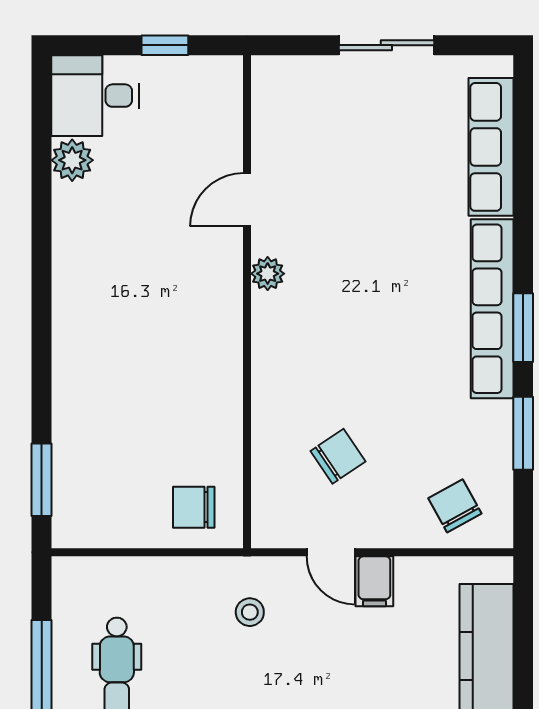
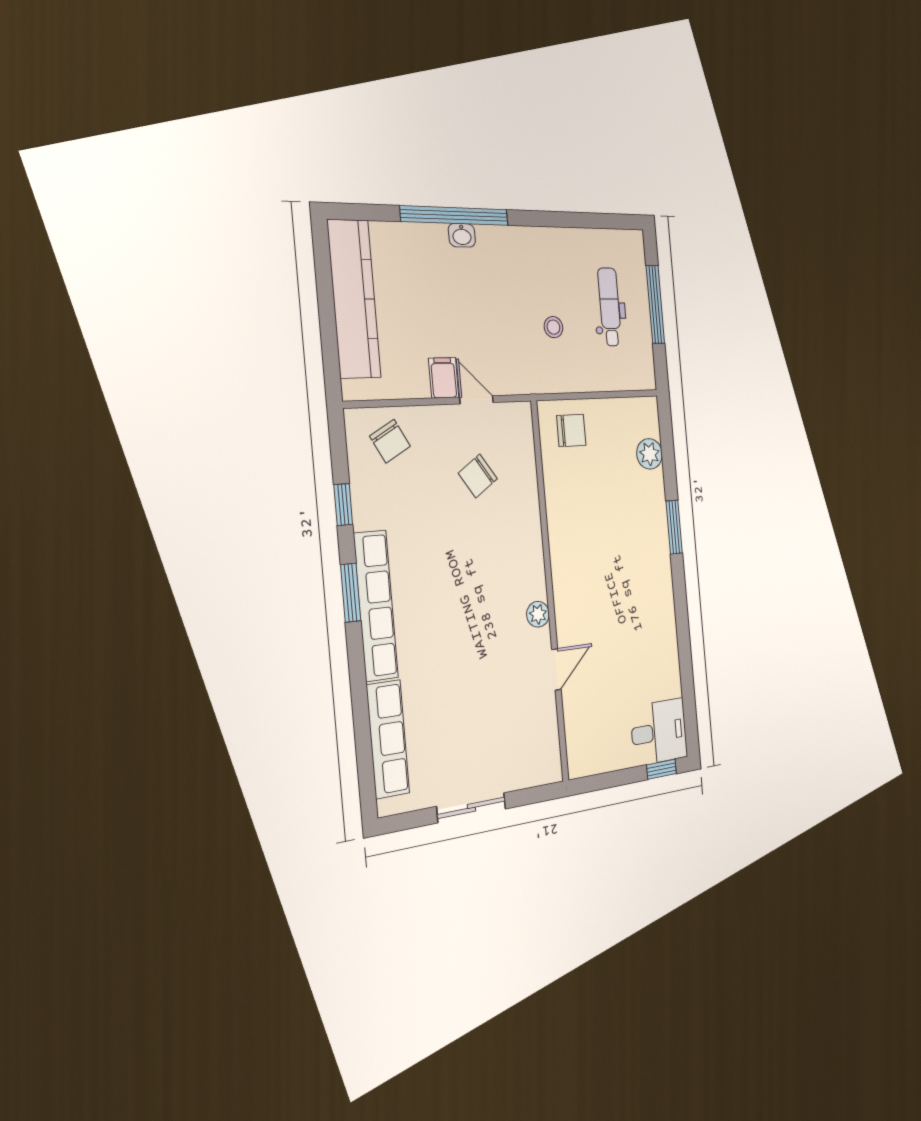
window: (165, 45) -> (661, 769), moved
plant: (72, 160) -> (649, 454), moved
window: (523, 433) -> (343, 505), width x0.67
window: (42, 480) -> (674, 527), moved
stool: (250, 612) -> (553, 327), moved

